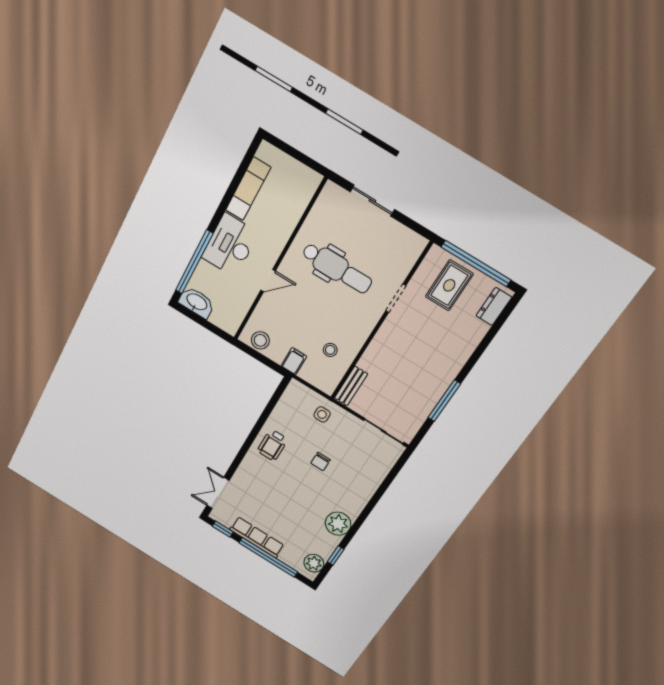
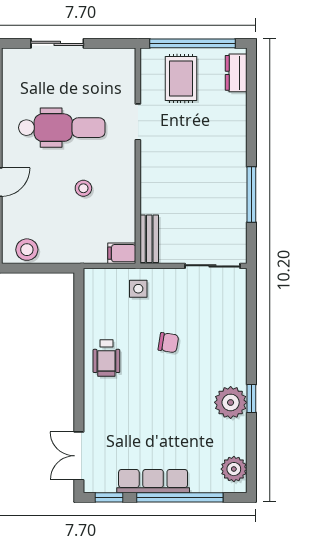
stool: (330, 350) -> (83, 188), moved
filing cabinet: (294, 361) -> (122, 253), moved, turned -90
chair: (320, 462) -> (168, 343), turned -81
window: (336, 555) -> (251, 398), moved

